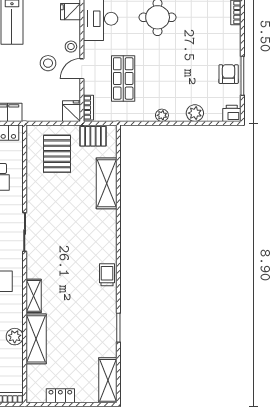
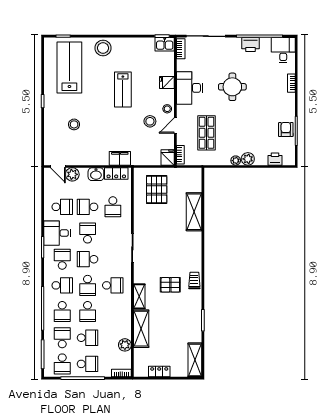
plant: (195, 113) -> (248, 159), moved
printer: (232, 113) -> (275, 159), moved
pallet: (93, 136) -> (170, 285), moved
plant: (15, 337) -> (125, 345), moved

